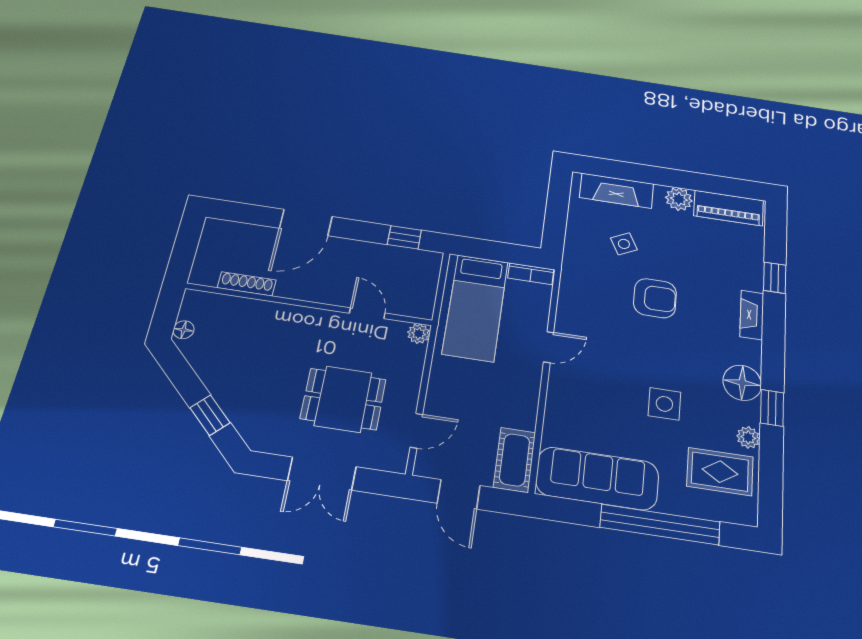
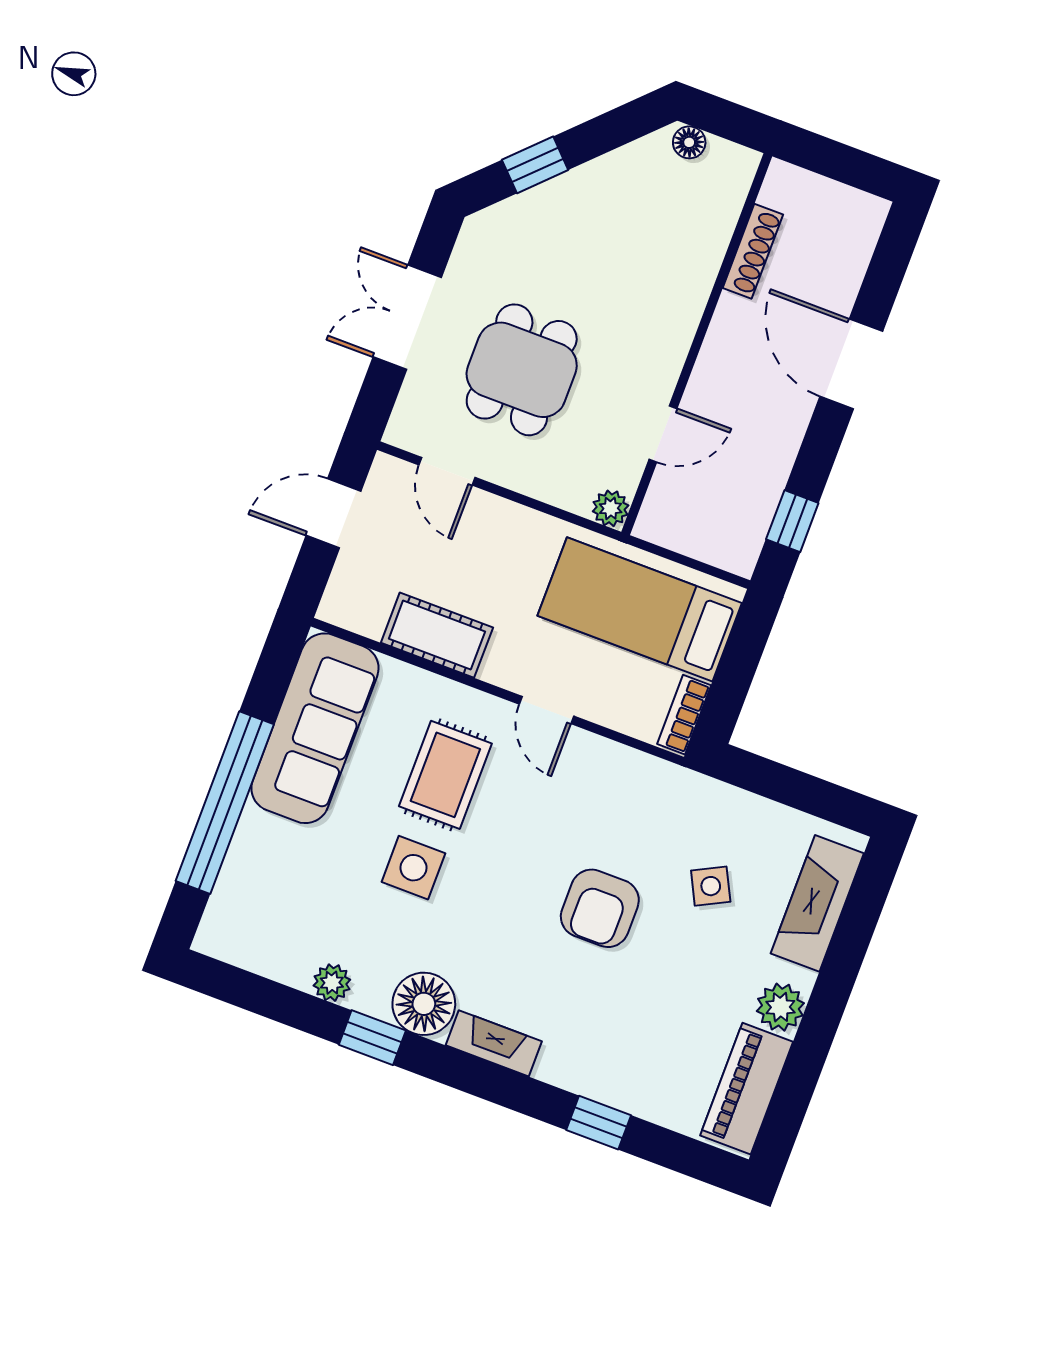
fireplace: (752, 315) -> (494, 1043), moved
cot: (515, 460) -> (437, 635), moved
rug: (720, 472) -> (445, 775), moved

